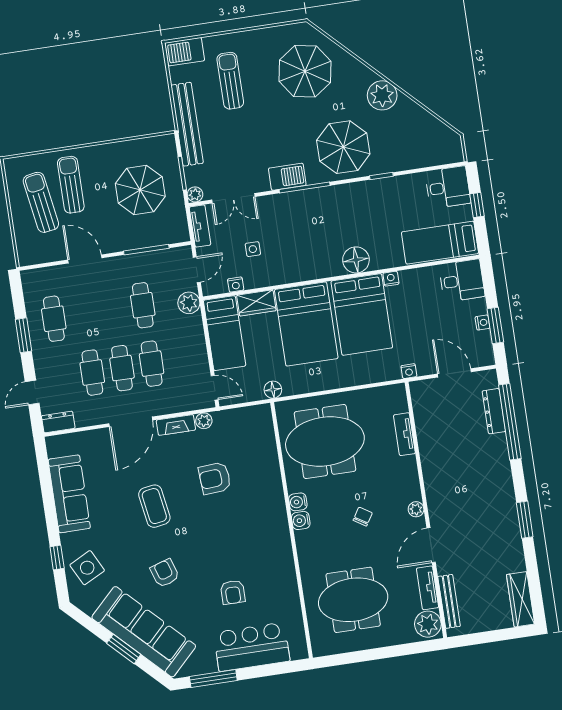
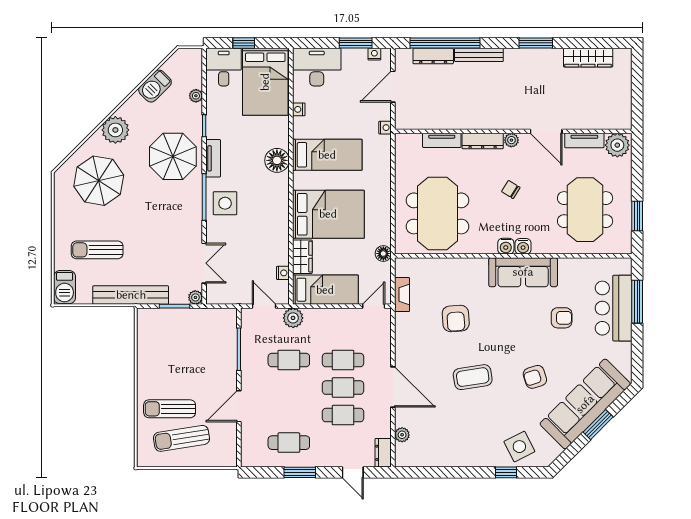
plant: (382, 95) -> (115, 130), moved
plant: (412, 162) -> (196, 96), added
barbecue: (287, 177) -> (155, 86), moved, turned -135
parasol: (140, 190) -> (184, 347), removed
tv unit: (200, 226) -> (213, 158), moved, turned 90
bed: (440, 243) -> (265, 82), width x1.50
side table: (253, 249) -> (225, 203), moved, width x1.87, depth x1.87
nightstand: (391, 279) -> (299, 109), moved
desk: (462, 281) -> (317, 67), width x1.37
bed: (362, 314) -> (327, 155), width x0.67
nightstand: (482, 323) -> (374, 54), moved
plant: (204, 421) -> (402, 435), moved
fireplace: (176, 425) -> (402, 295), moved
dresser: (410, 478) -> (483, 141), added
sofa: (69, 494) -> (523, 272), moved, turned 180
water cooler: (298, 502) -> (523, 246), moved
wardrobe: (521, 599) -> (588, 58), moved
bench: (449, 601) -> (479, 55), moved
window: (355, 657) -> (637, 216), added
window: (213, 678) -> (637, 302), moved

